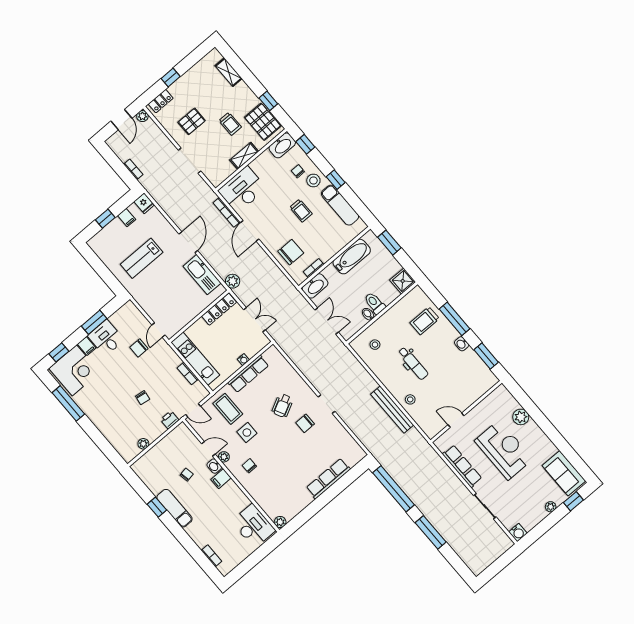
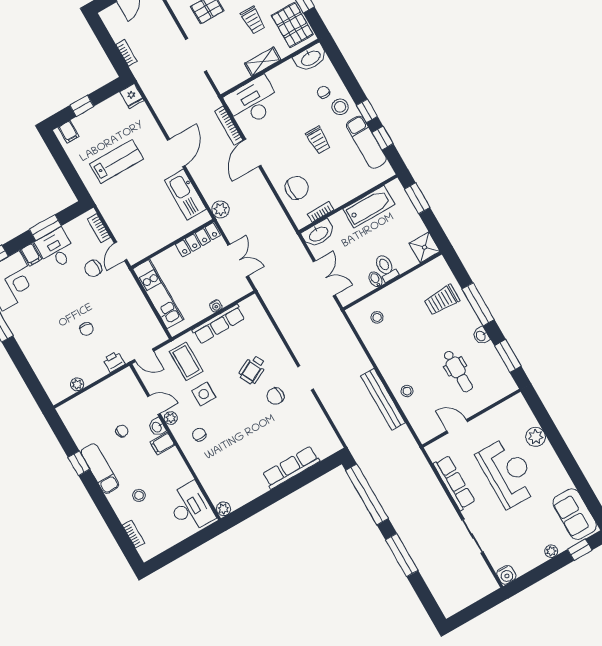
window: (305, 144) -> (383, 138), moved
filing cabinet: (127, 217) -> (69, 132), moved
lab bench: (142, 258) -> (117, 161), turned 180
dental chair: (413, 363) -> (458, 371), moved
bookcase: (188, 373) -> (99, 228), moved
stool: (210, 524) -> (139, 495), added

